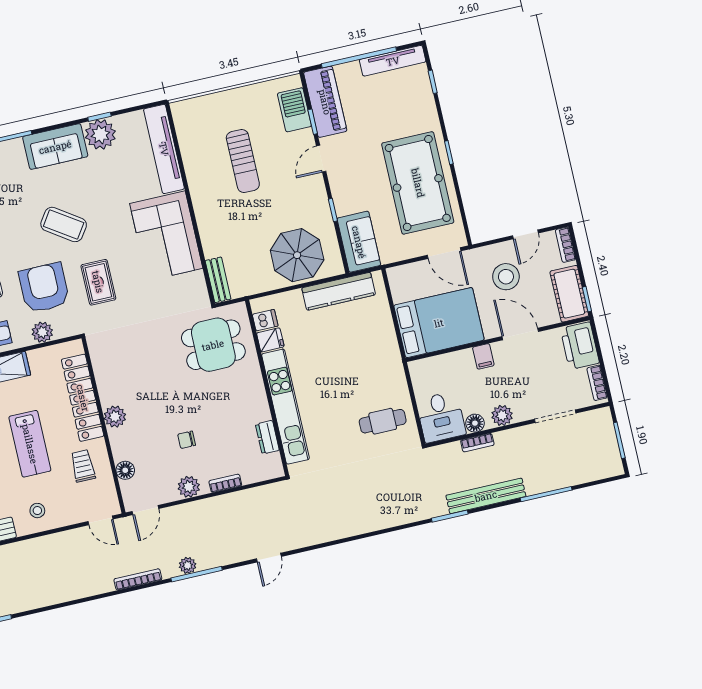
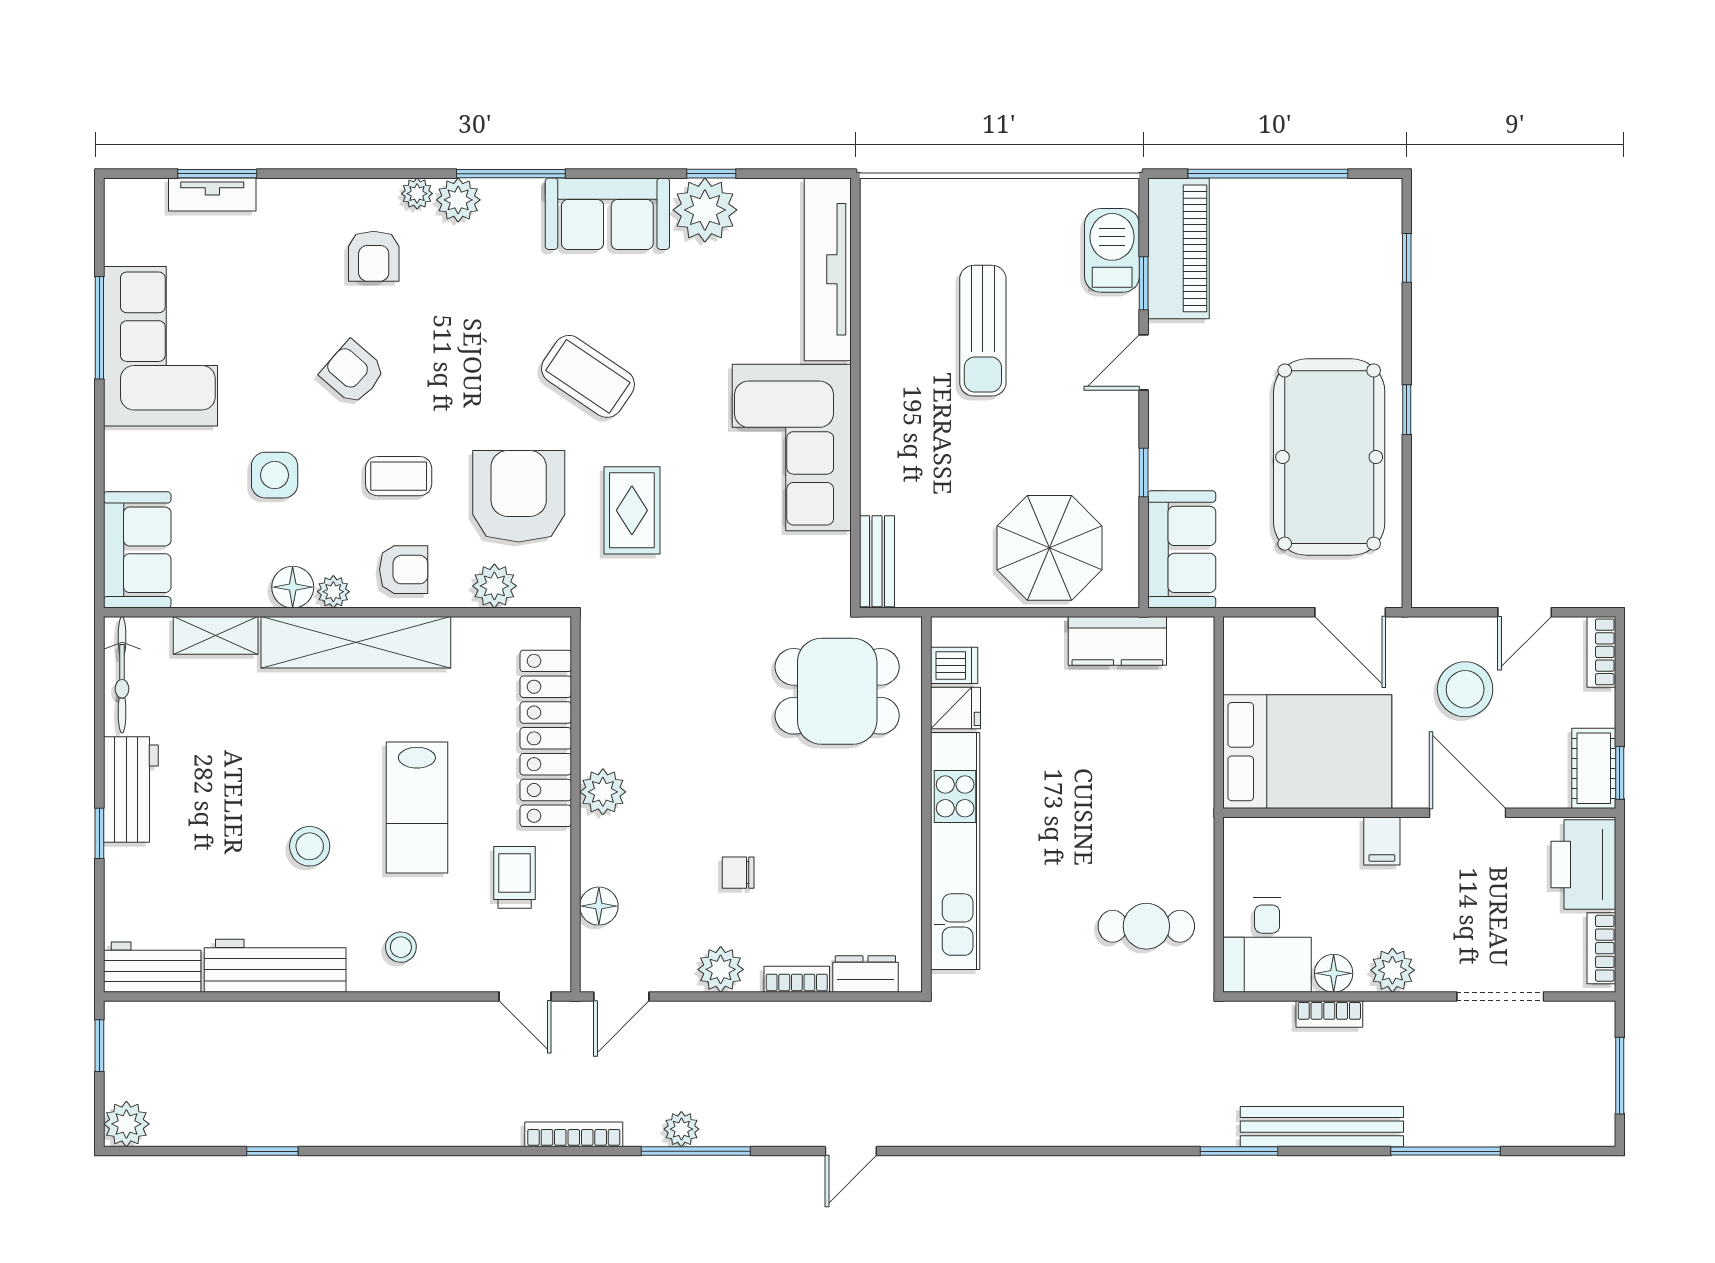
tv unit: (393, 61) -> (1335, 196), removed
kitchen counter: (339, 291) -> (1117, 641), width x0.67
cot: (569, 294) -> (1594, 768), width x0.73, depth x0.75
dresser: (267, 437) -> (865, 974), moved, turned 90

